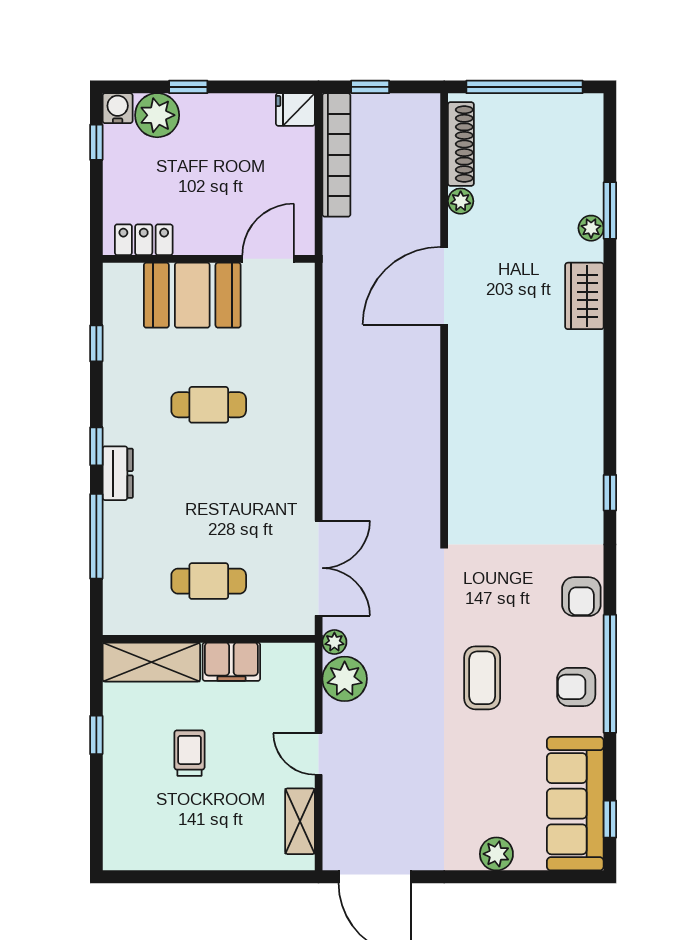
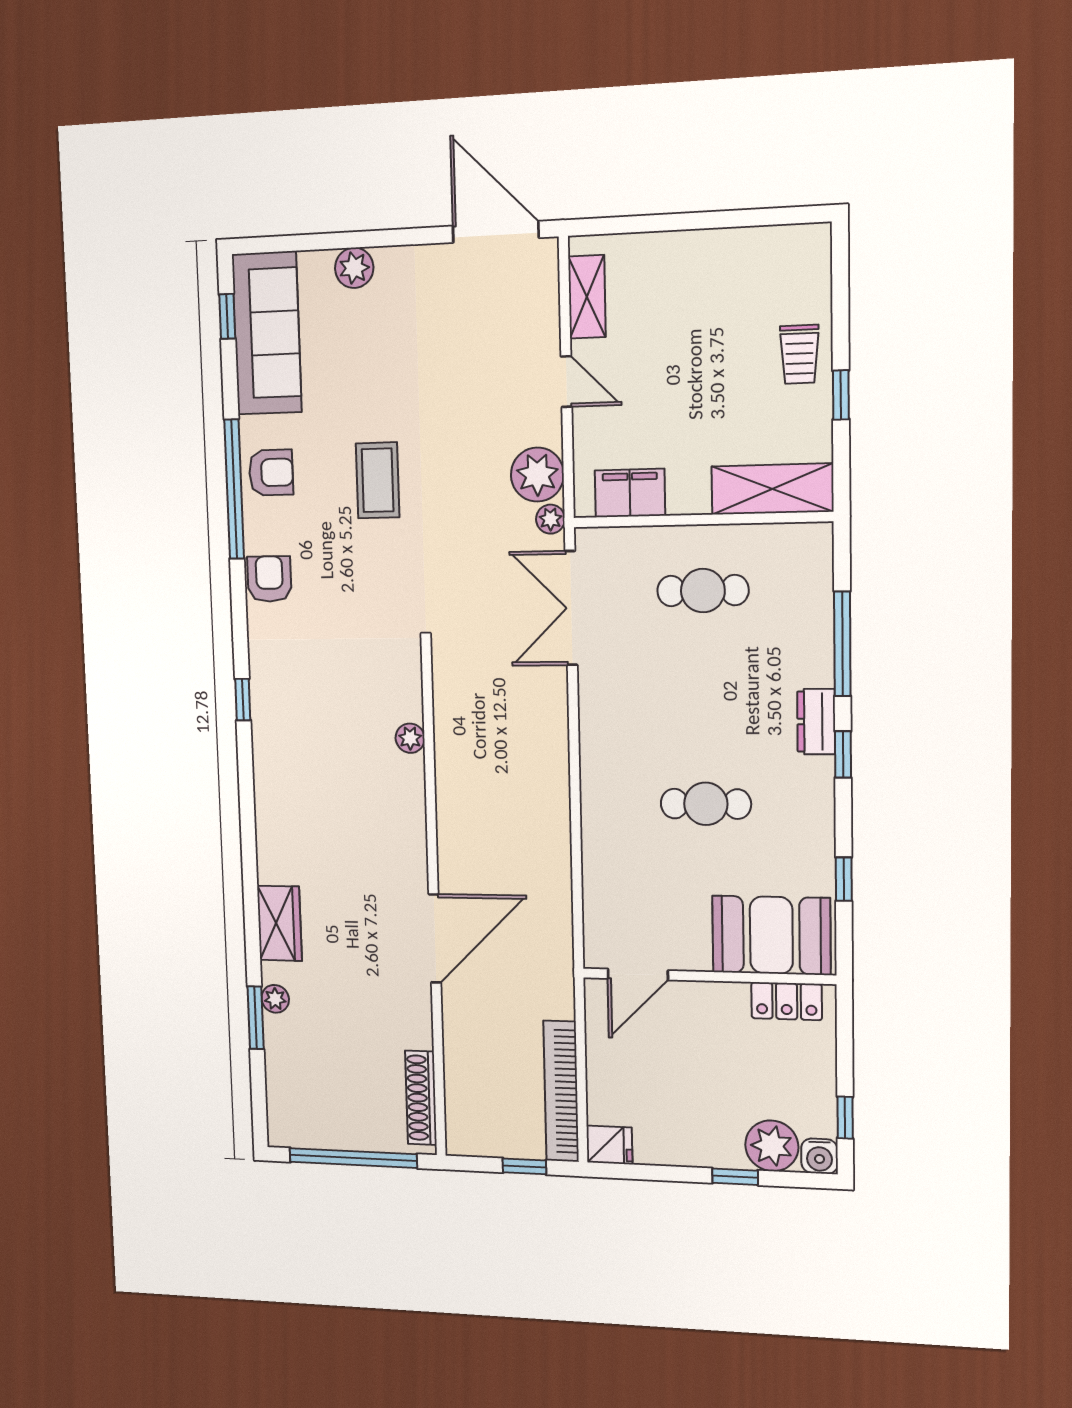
plant: (461, 201) -> (410, 738), moved
booth: (192, 295) -> (771, 935), moved
filing cabinet: (231, 662) -> (630, 493), moved
trolley: (189, 753) -> (799, 354), moved

